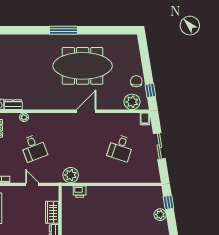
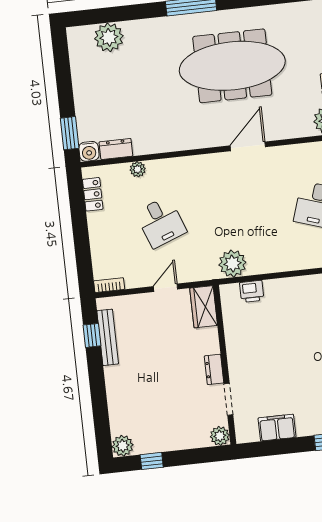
plant: (16, 43) -> (109, 37), added
door: (32, 184) -> (166, 288), hinge flipped
wardrobe: (52, 212) -> (204, 307), moved

